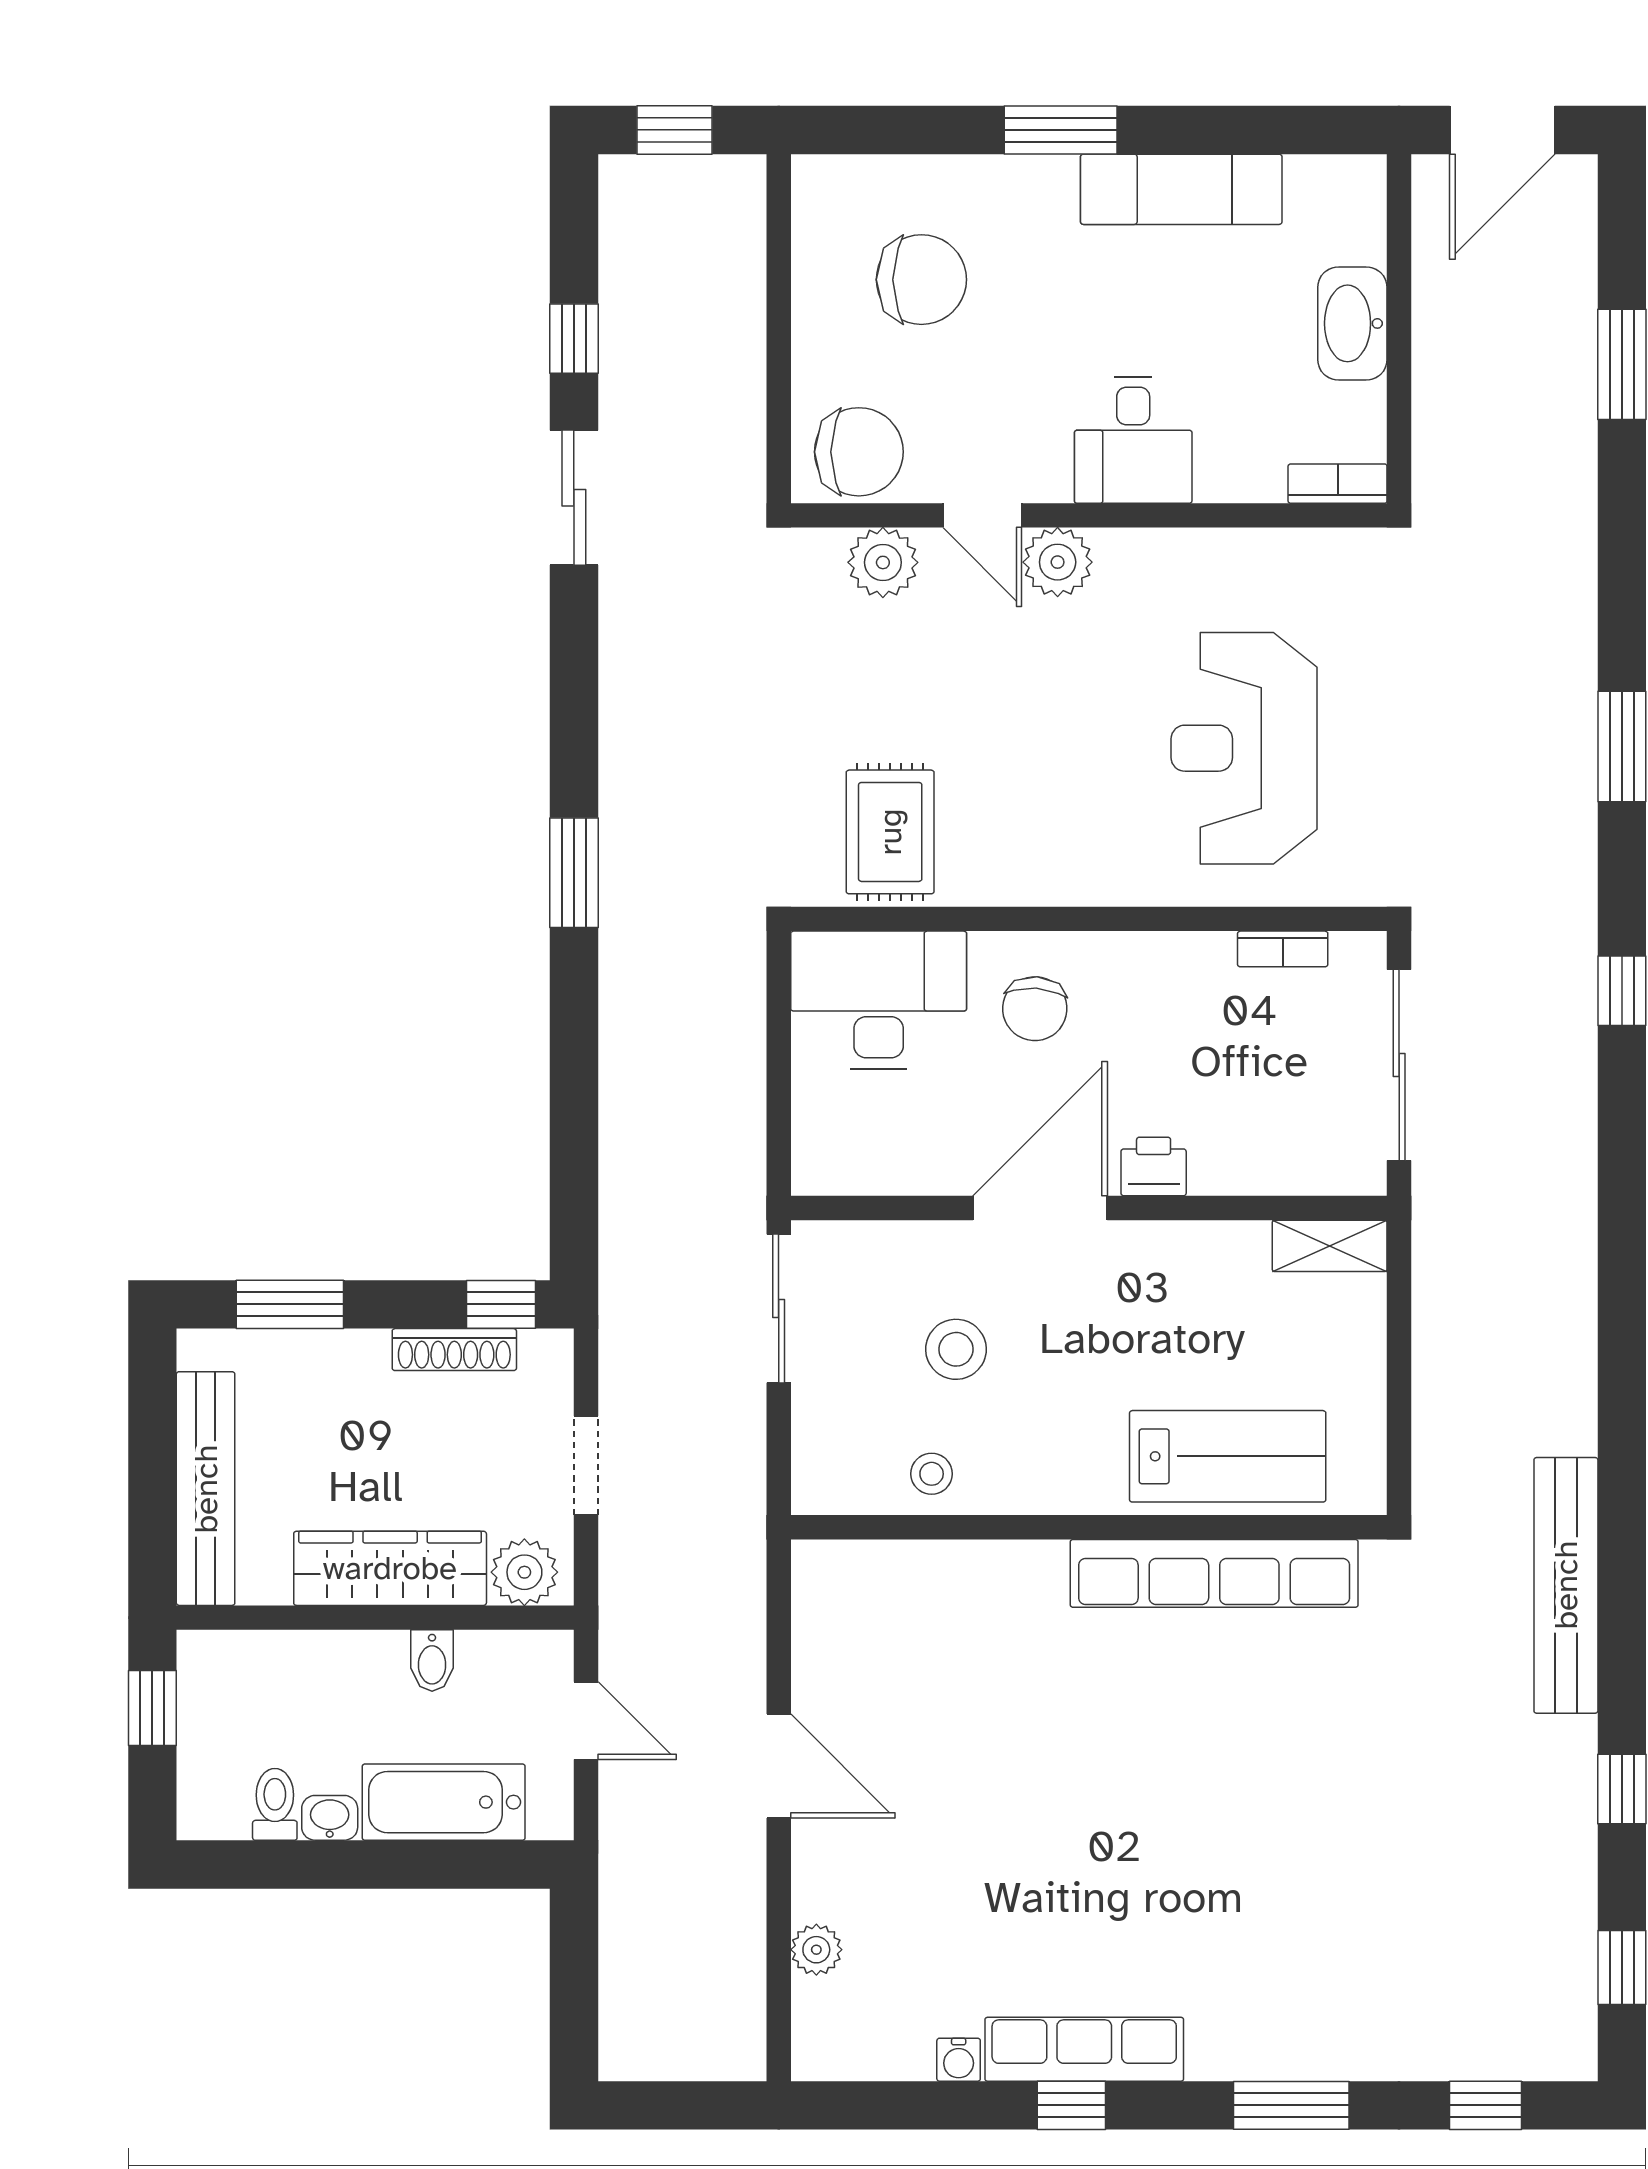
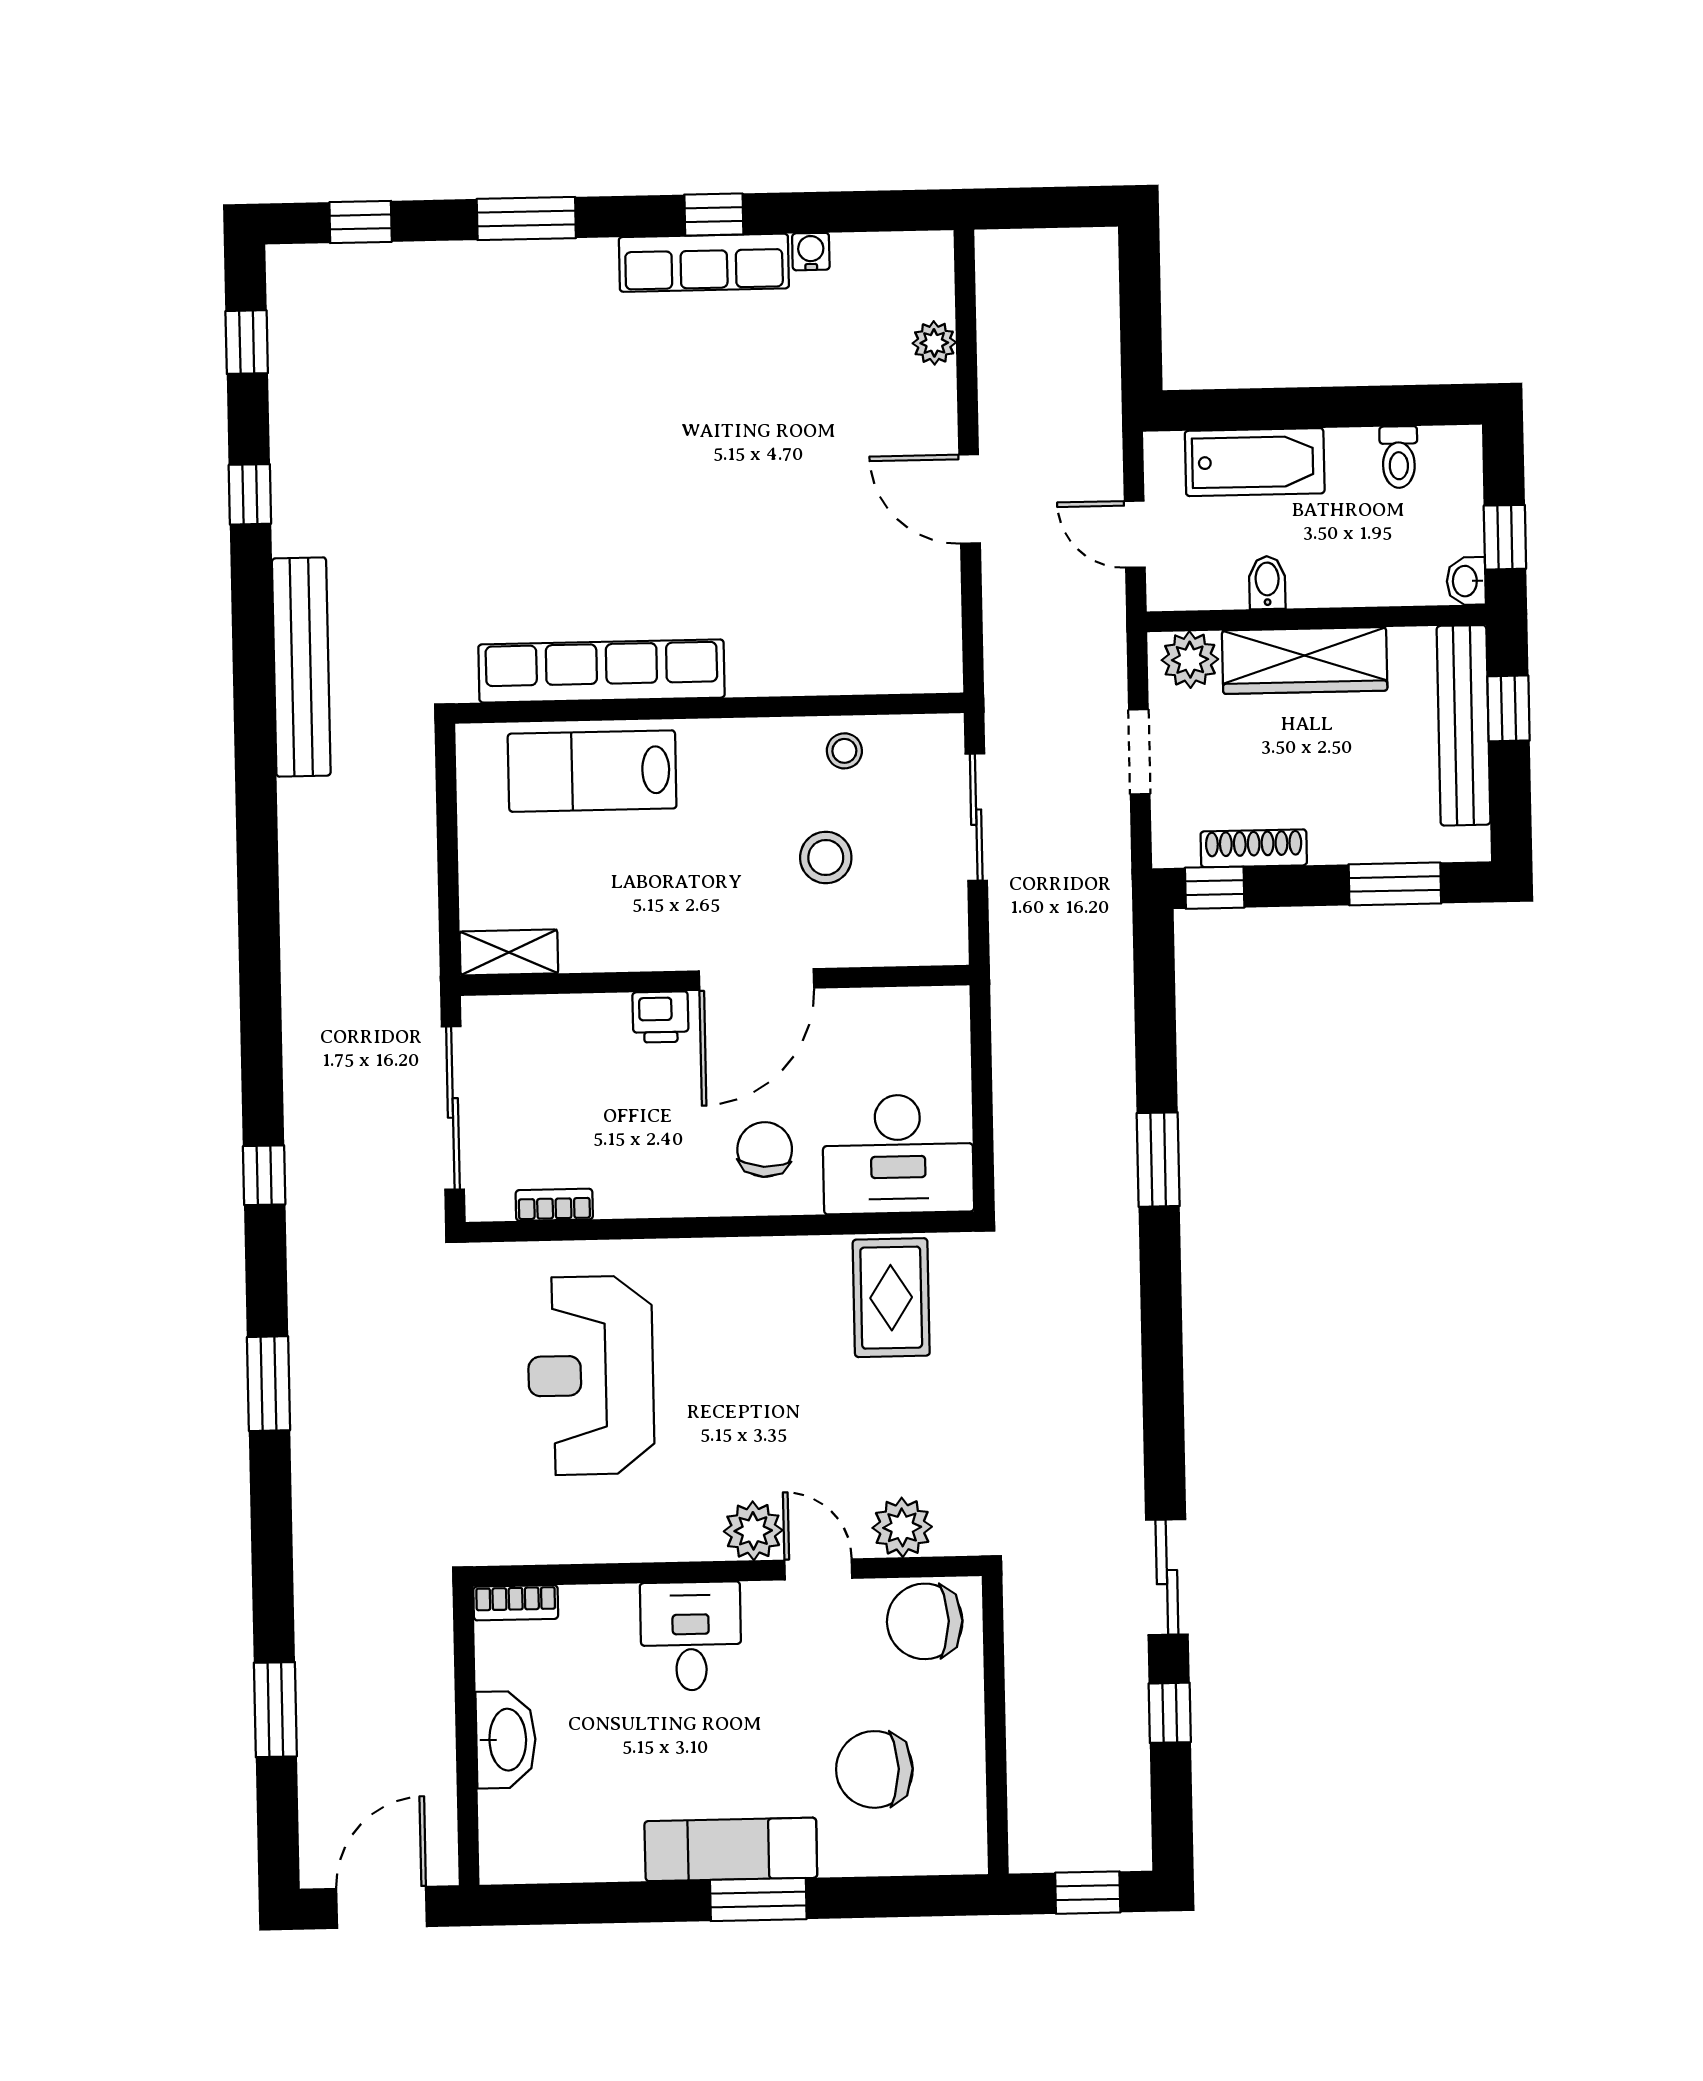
exam couch: (1181, 189) -> (731, 1849), moved
reception desk: (1244, 748) -> (591, 1375), turned 180
window: (574, 873) -> (1158, 1160), moved
sliding door: (779, 1308) -> (976, 817), moved
window: (152, 1507) -> (1508, 708), added
washbasin: (330, 1818) -> (1466, 581), moved, turned 90

